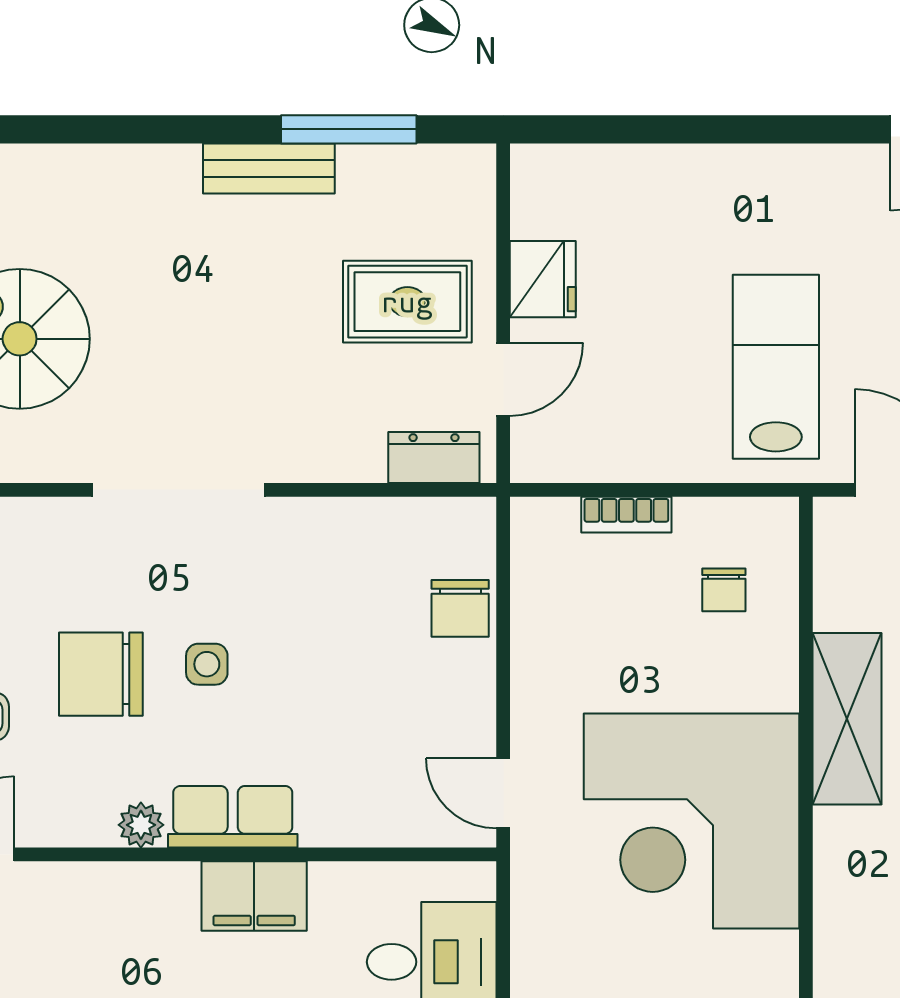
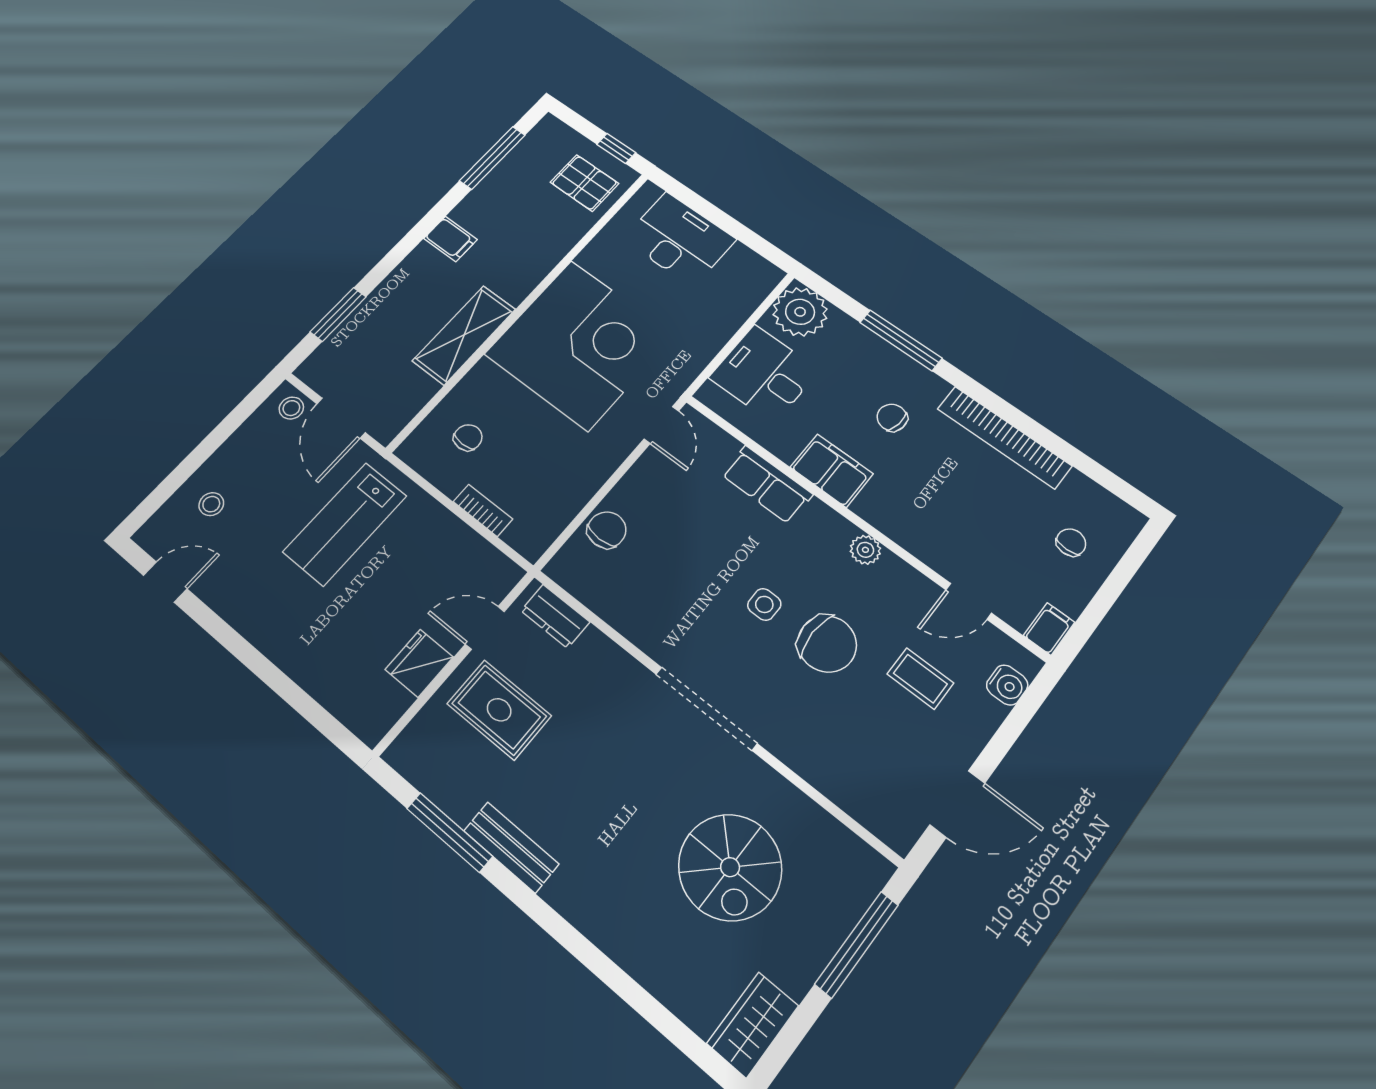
row of seats: (233, 817) -> (767, 484), moved

